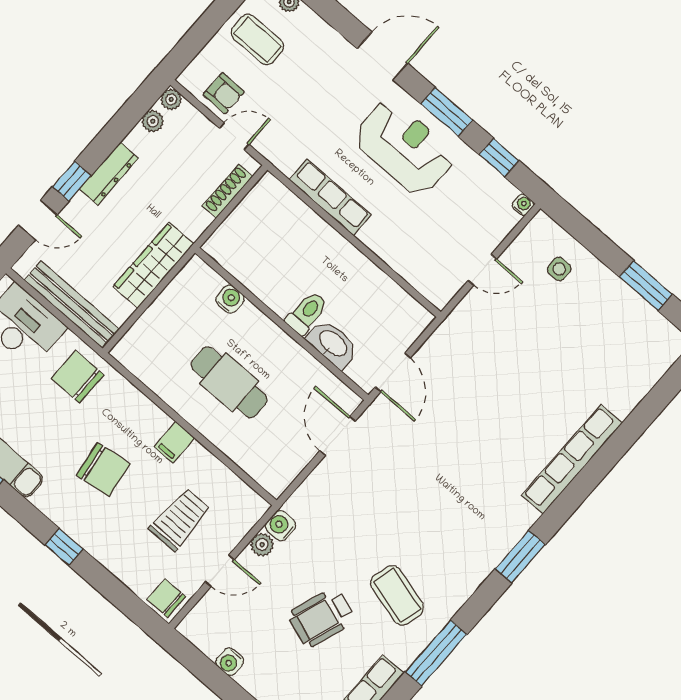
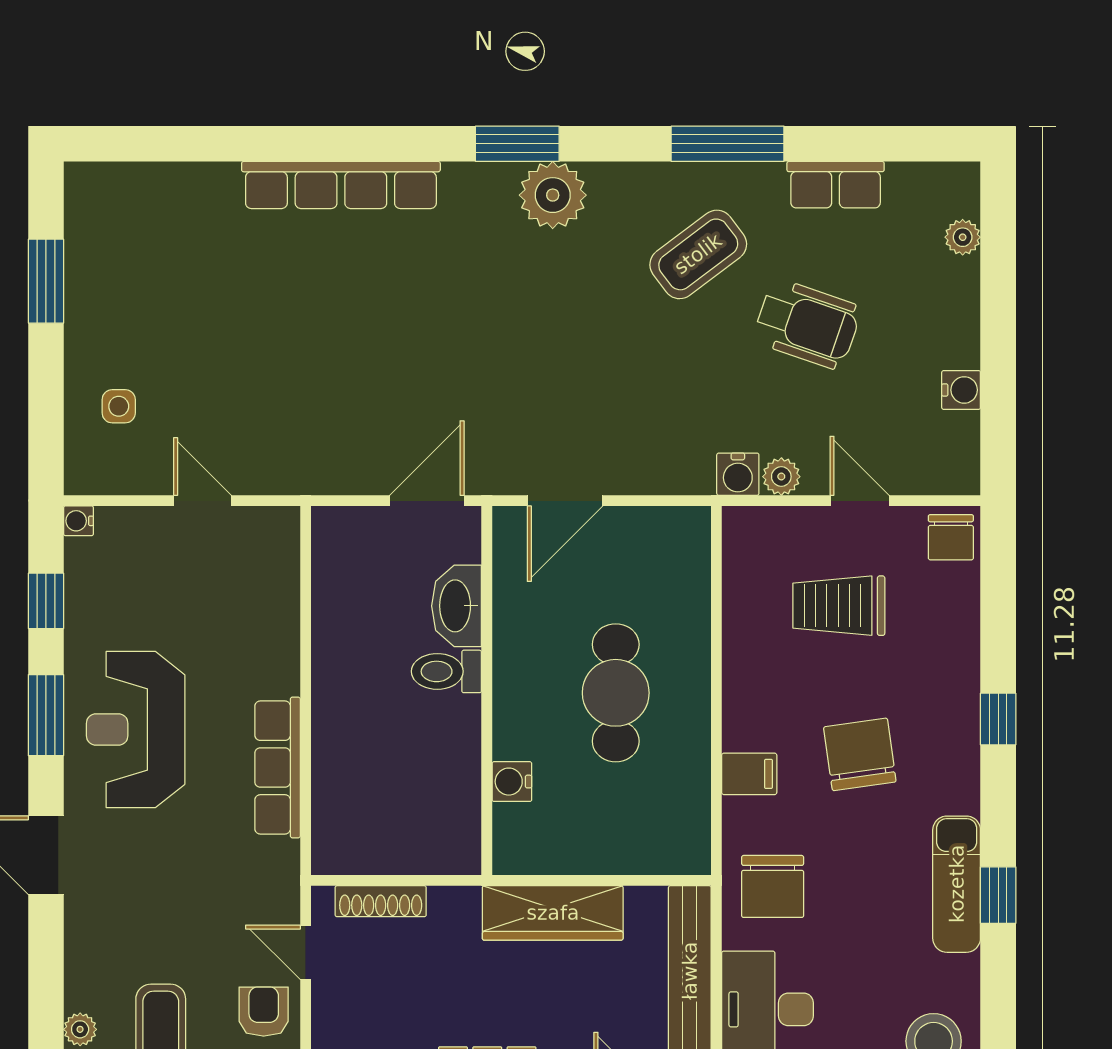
filing cabinet: (174, 442) -> (749, 774), moved
plant: (483, 552) -> (553, 195), added
coffee table: (397, 595) -> (698, 254), turned 38

